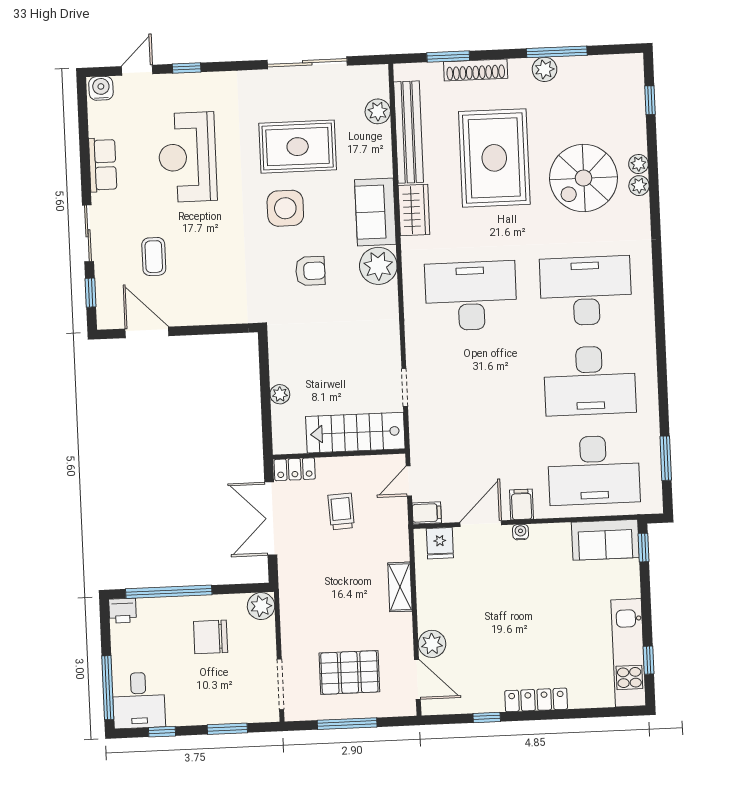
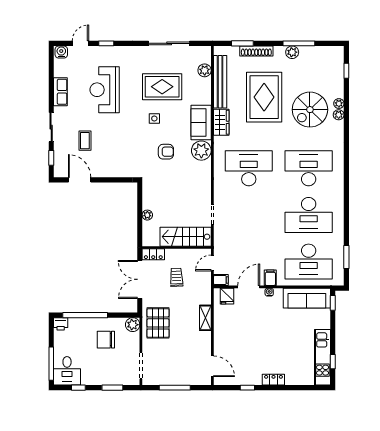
side table: (285, 208) -> (154, 119), width x0.54, depth x0.54
sofa: (605, 540) -> (307, 298), width x1.36
plant: (432, 644) -> (221, 348), removed
pallet: (349, 672) -> (158, 323), moved, turned 90
locker: (536, 700) -> (273, 380), width x0.66

